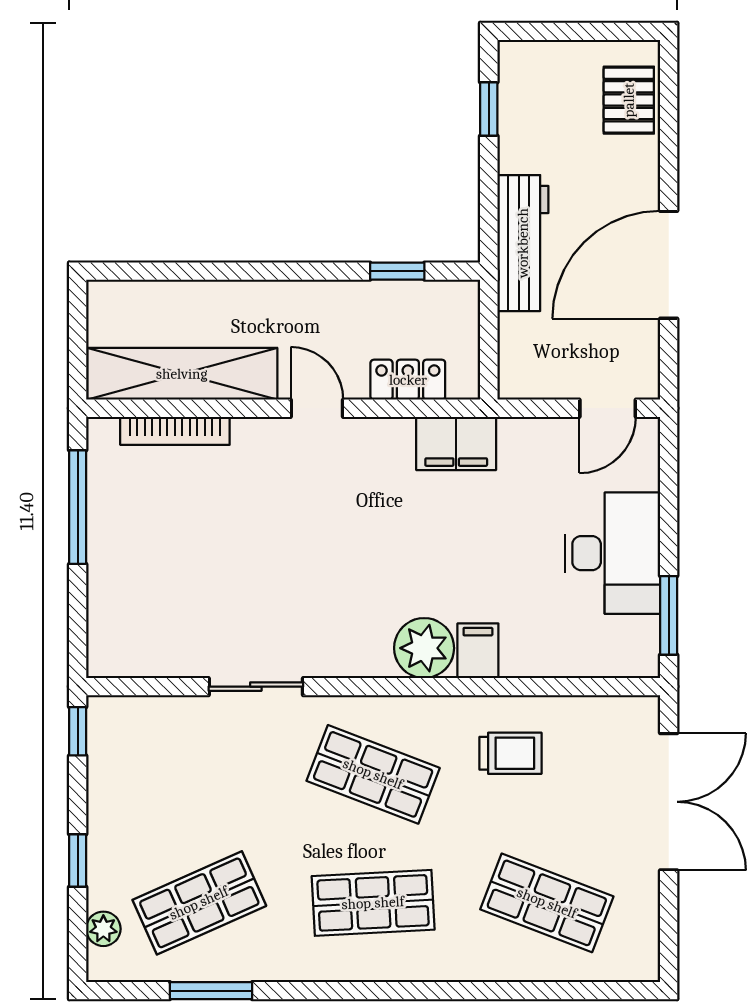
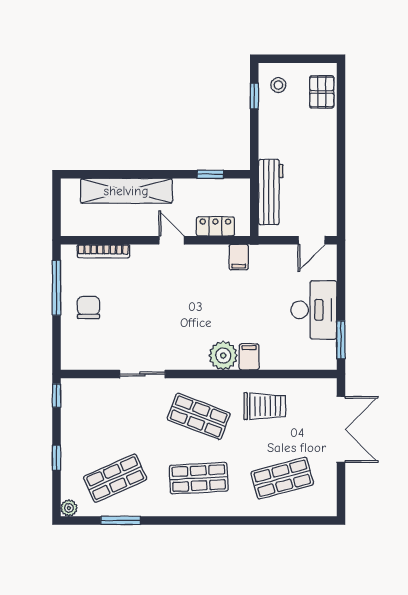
stool: (539, 86) -> (278, 85), added
workbench: (523, 243) -> (271, 192), moved
door: (669, 265) -> (341, 171), removed
shelving: (182, 374) -> (126, 191), moved
filing cabinet: (456, 443) -> (239, 257), width x0.50
chair: (144, 548) -> (88, 308), added
trolley: (510, 753) -> (265, 406), width x1.36, depth x1.39
shop shelf: (547, 903) -> (282, 478), turned -36
plant: (103, 929) -> (69, 508), moved

